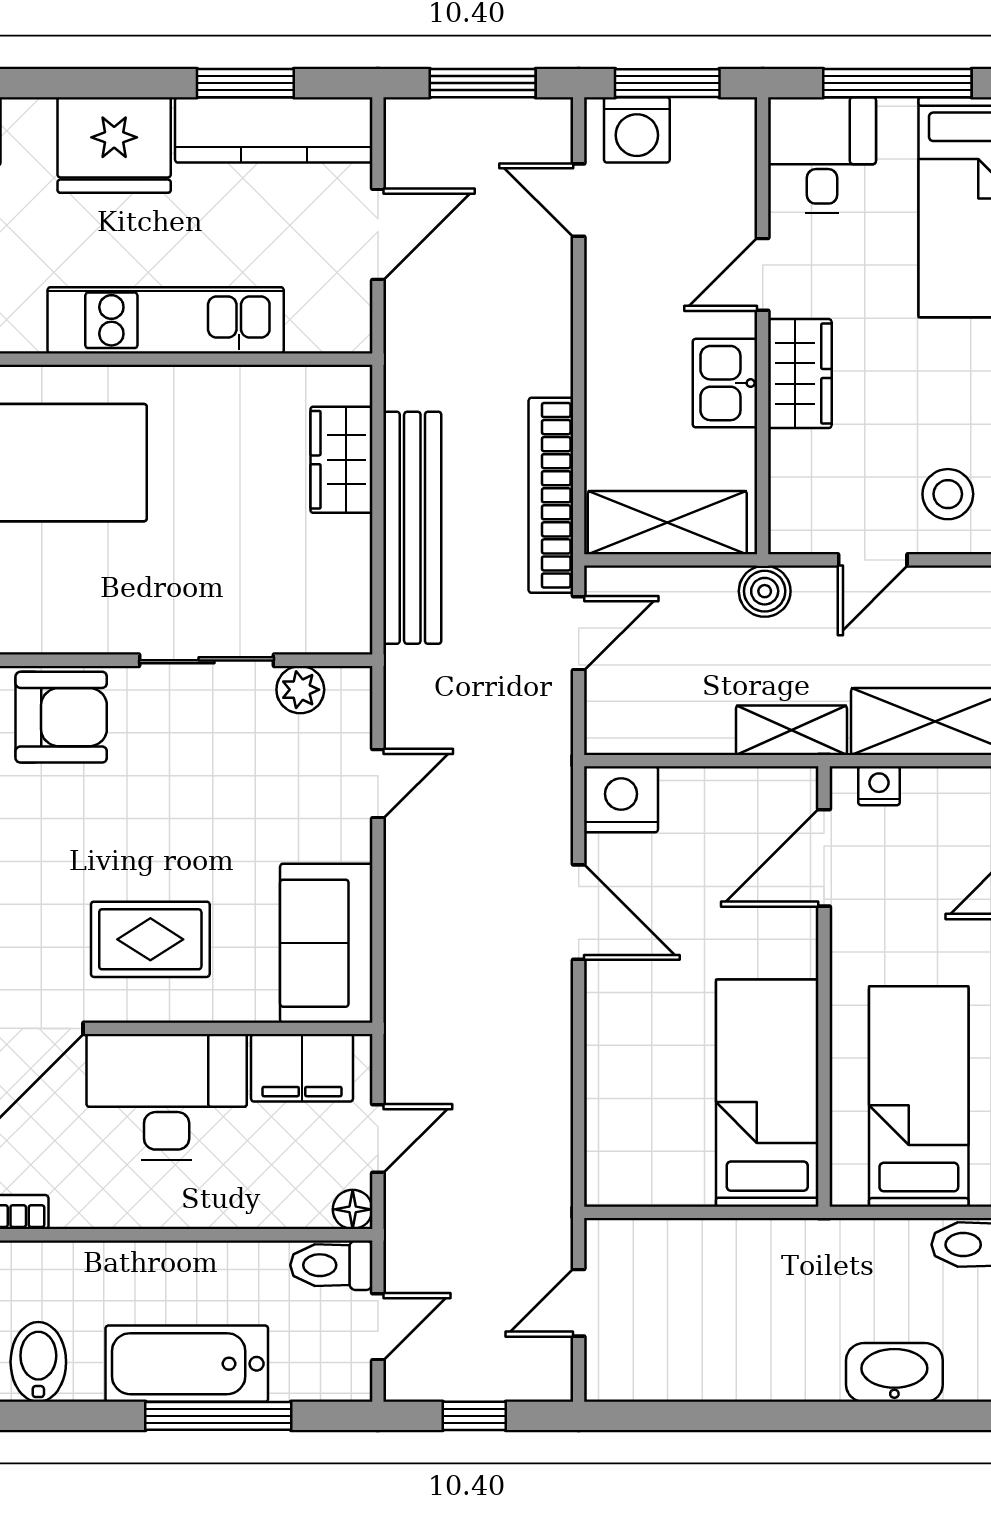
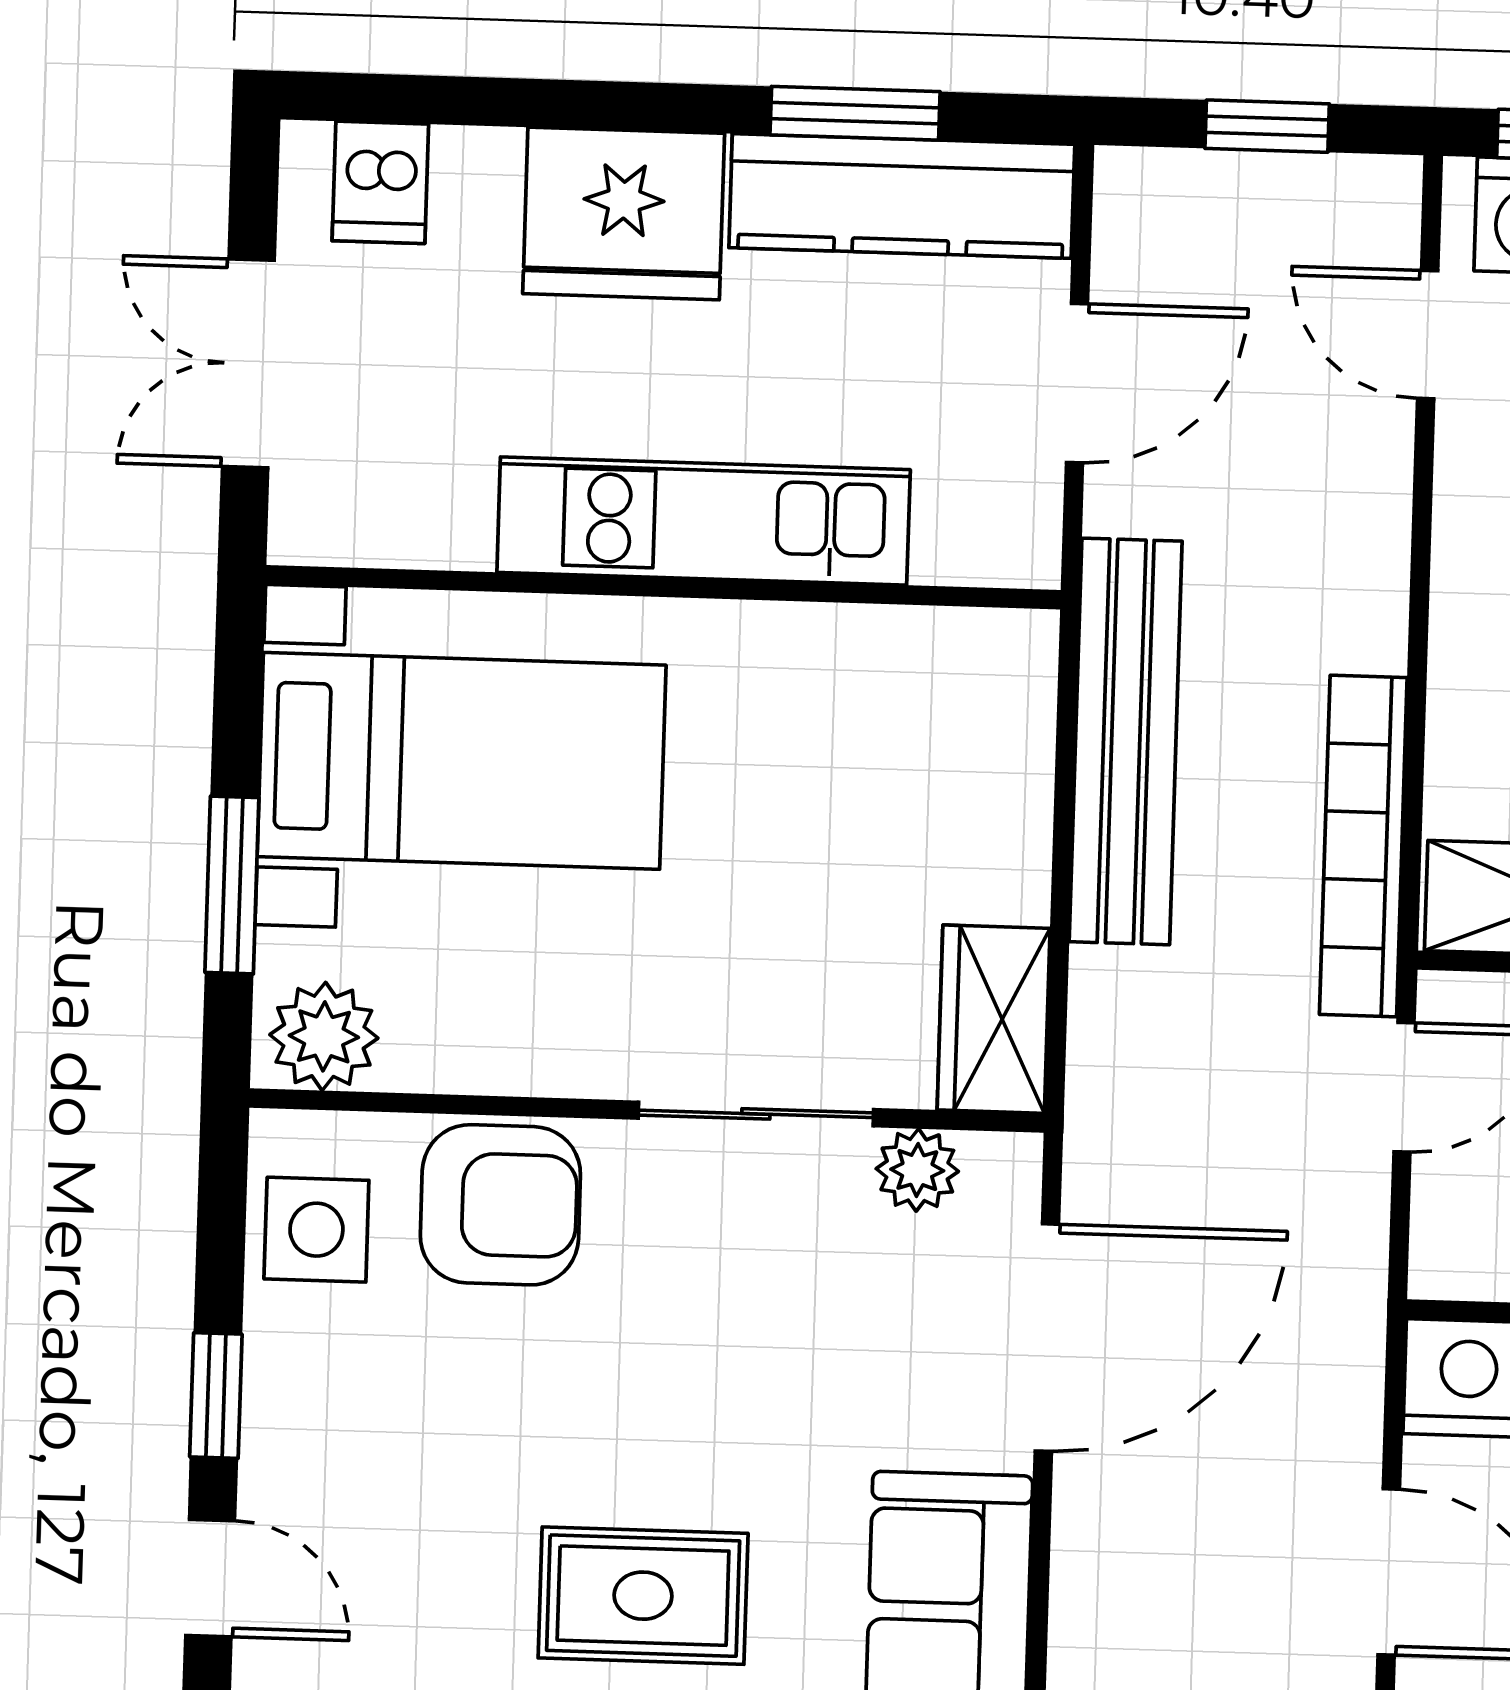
window: (483, 83) -> (1267, 126), width x0.67
wardrobe: (341, 460) -> (994, 1019), moved
bench: (412, 528) -> (1126, 741), moved
door: (378, 784) -> (1047, 1338), width x1.87

